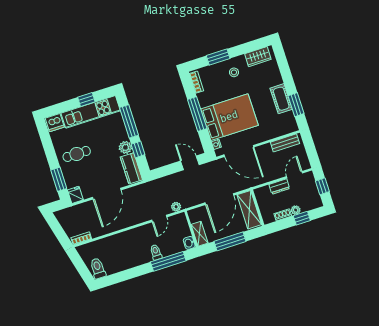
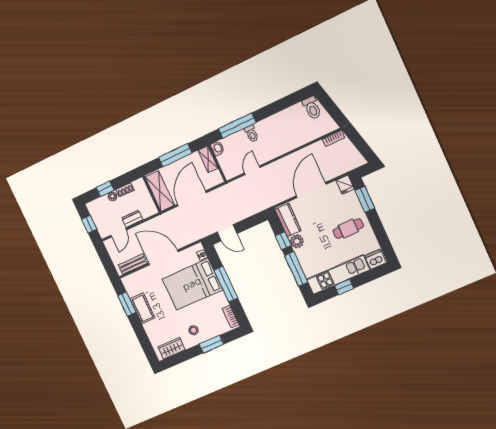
door: (239, 151) -> (164, 257), moved
plant: (176, 207) -> (236, 185), removed

